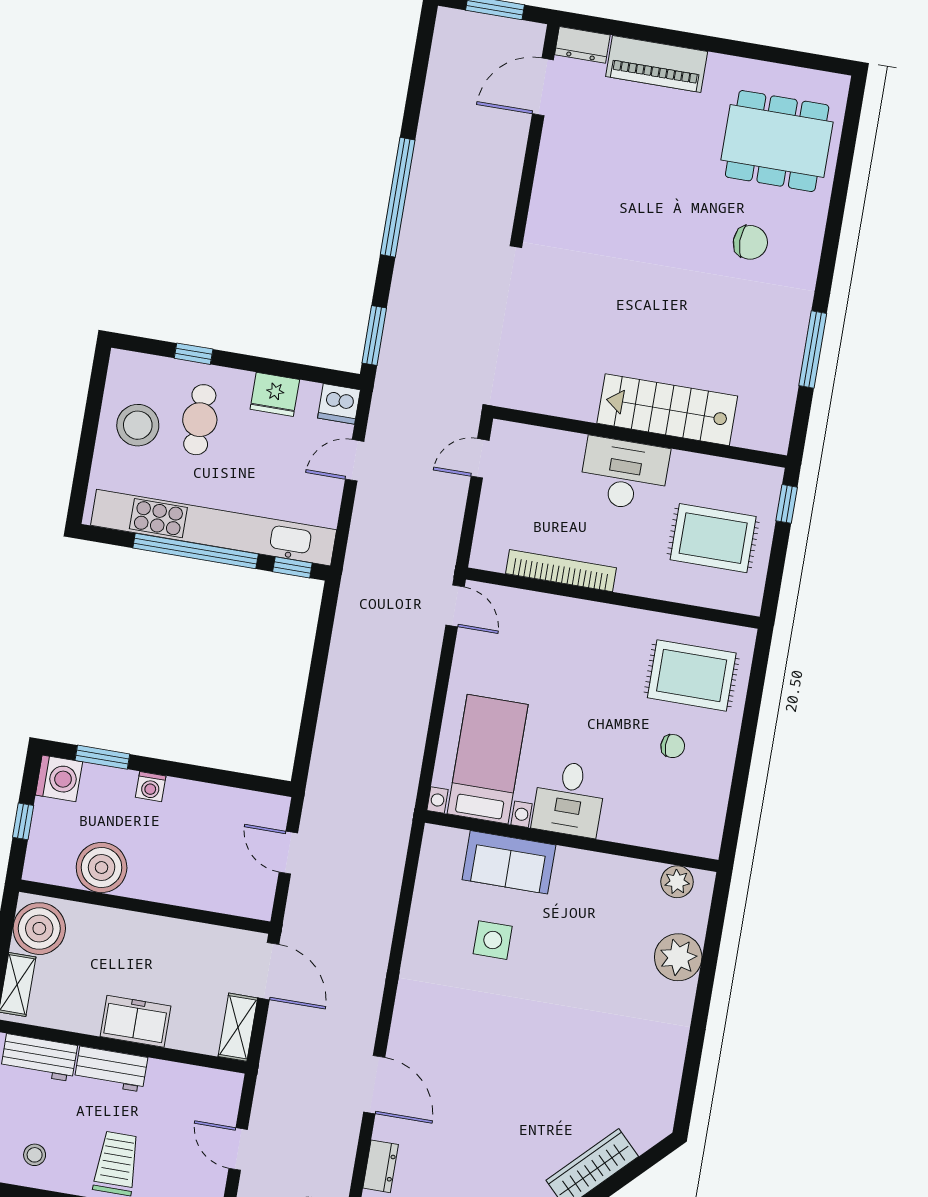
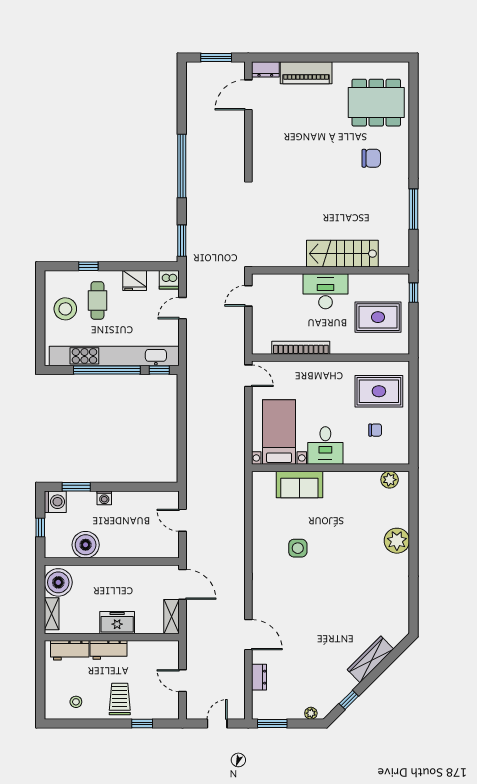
bed with nightstands: (488, 759) -> (279, 432), moved
desk: (569, 798) -> (325, 445), moved
wall: (572, 841) -> (331, 468), moved
sofa: (509, 862) -> (299, 484), moved
plant: (677, 882) -> (390, 480), moved

